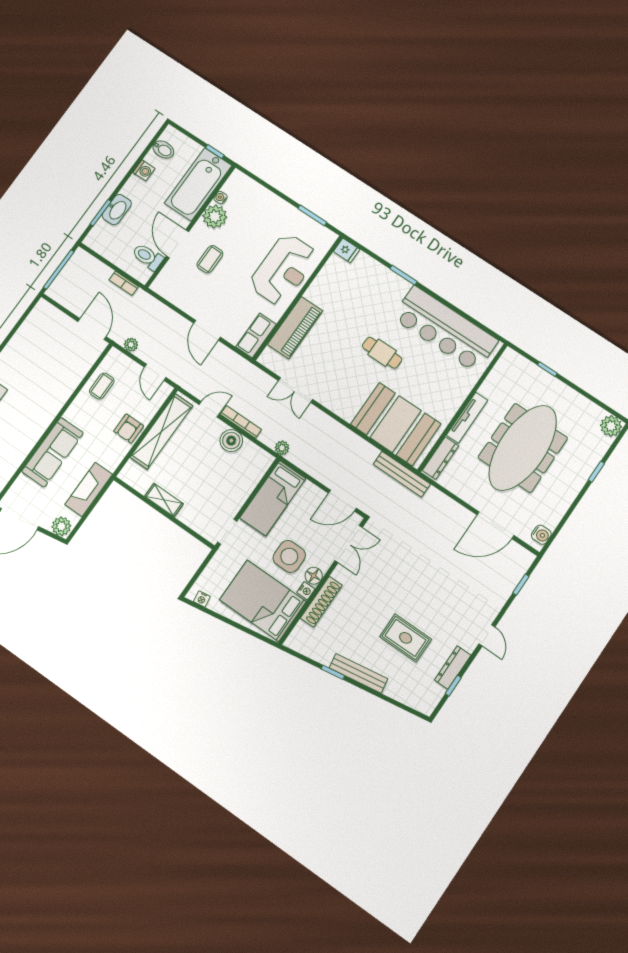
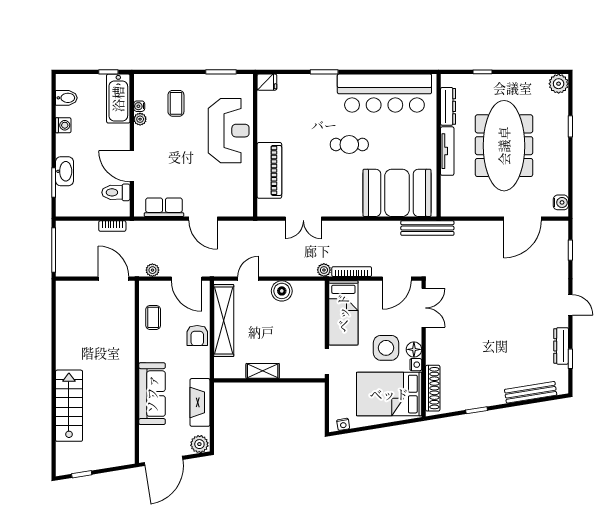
bathtub: (198, 184) -> (118, 99), width x0.73, depth x0.73
plant: (215, 217) -> (140, 119), width x0.53, depth x0.53
coffee table: (210, 259) -> (176, 103), moved
row of seats: (256, 336) -> (164, 207), moved, turned 90
door: (155, 372) -> (187, 279), width x1.38
bookcase: (241, 422) -> (352, 272), moved
dresser: (441, 458) -> (448, 106), moved
shoe rack: (321, 602) -> (433, 388), moved
rug: (406, 638) -> (512, 348), removed
bench: (358, 673) -> (531, 392), moved

